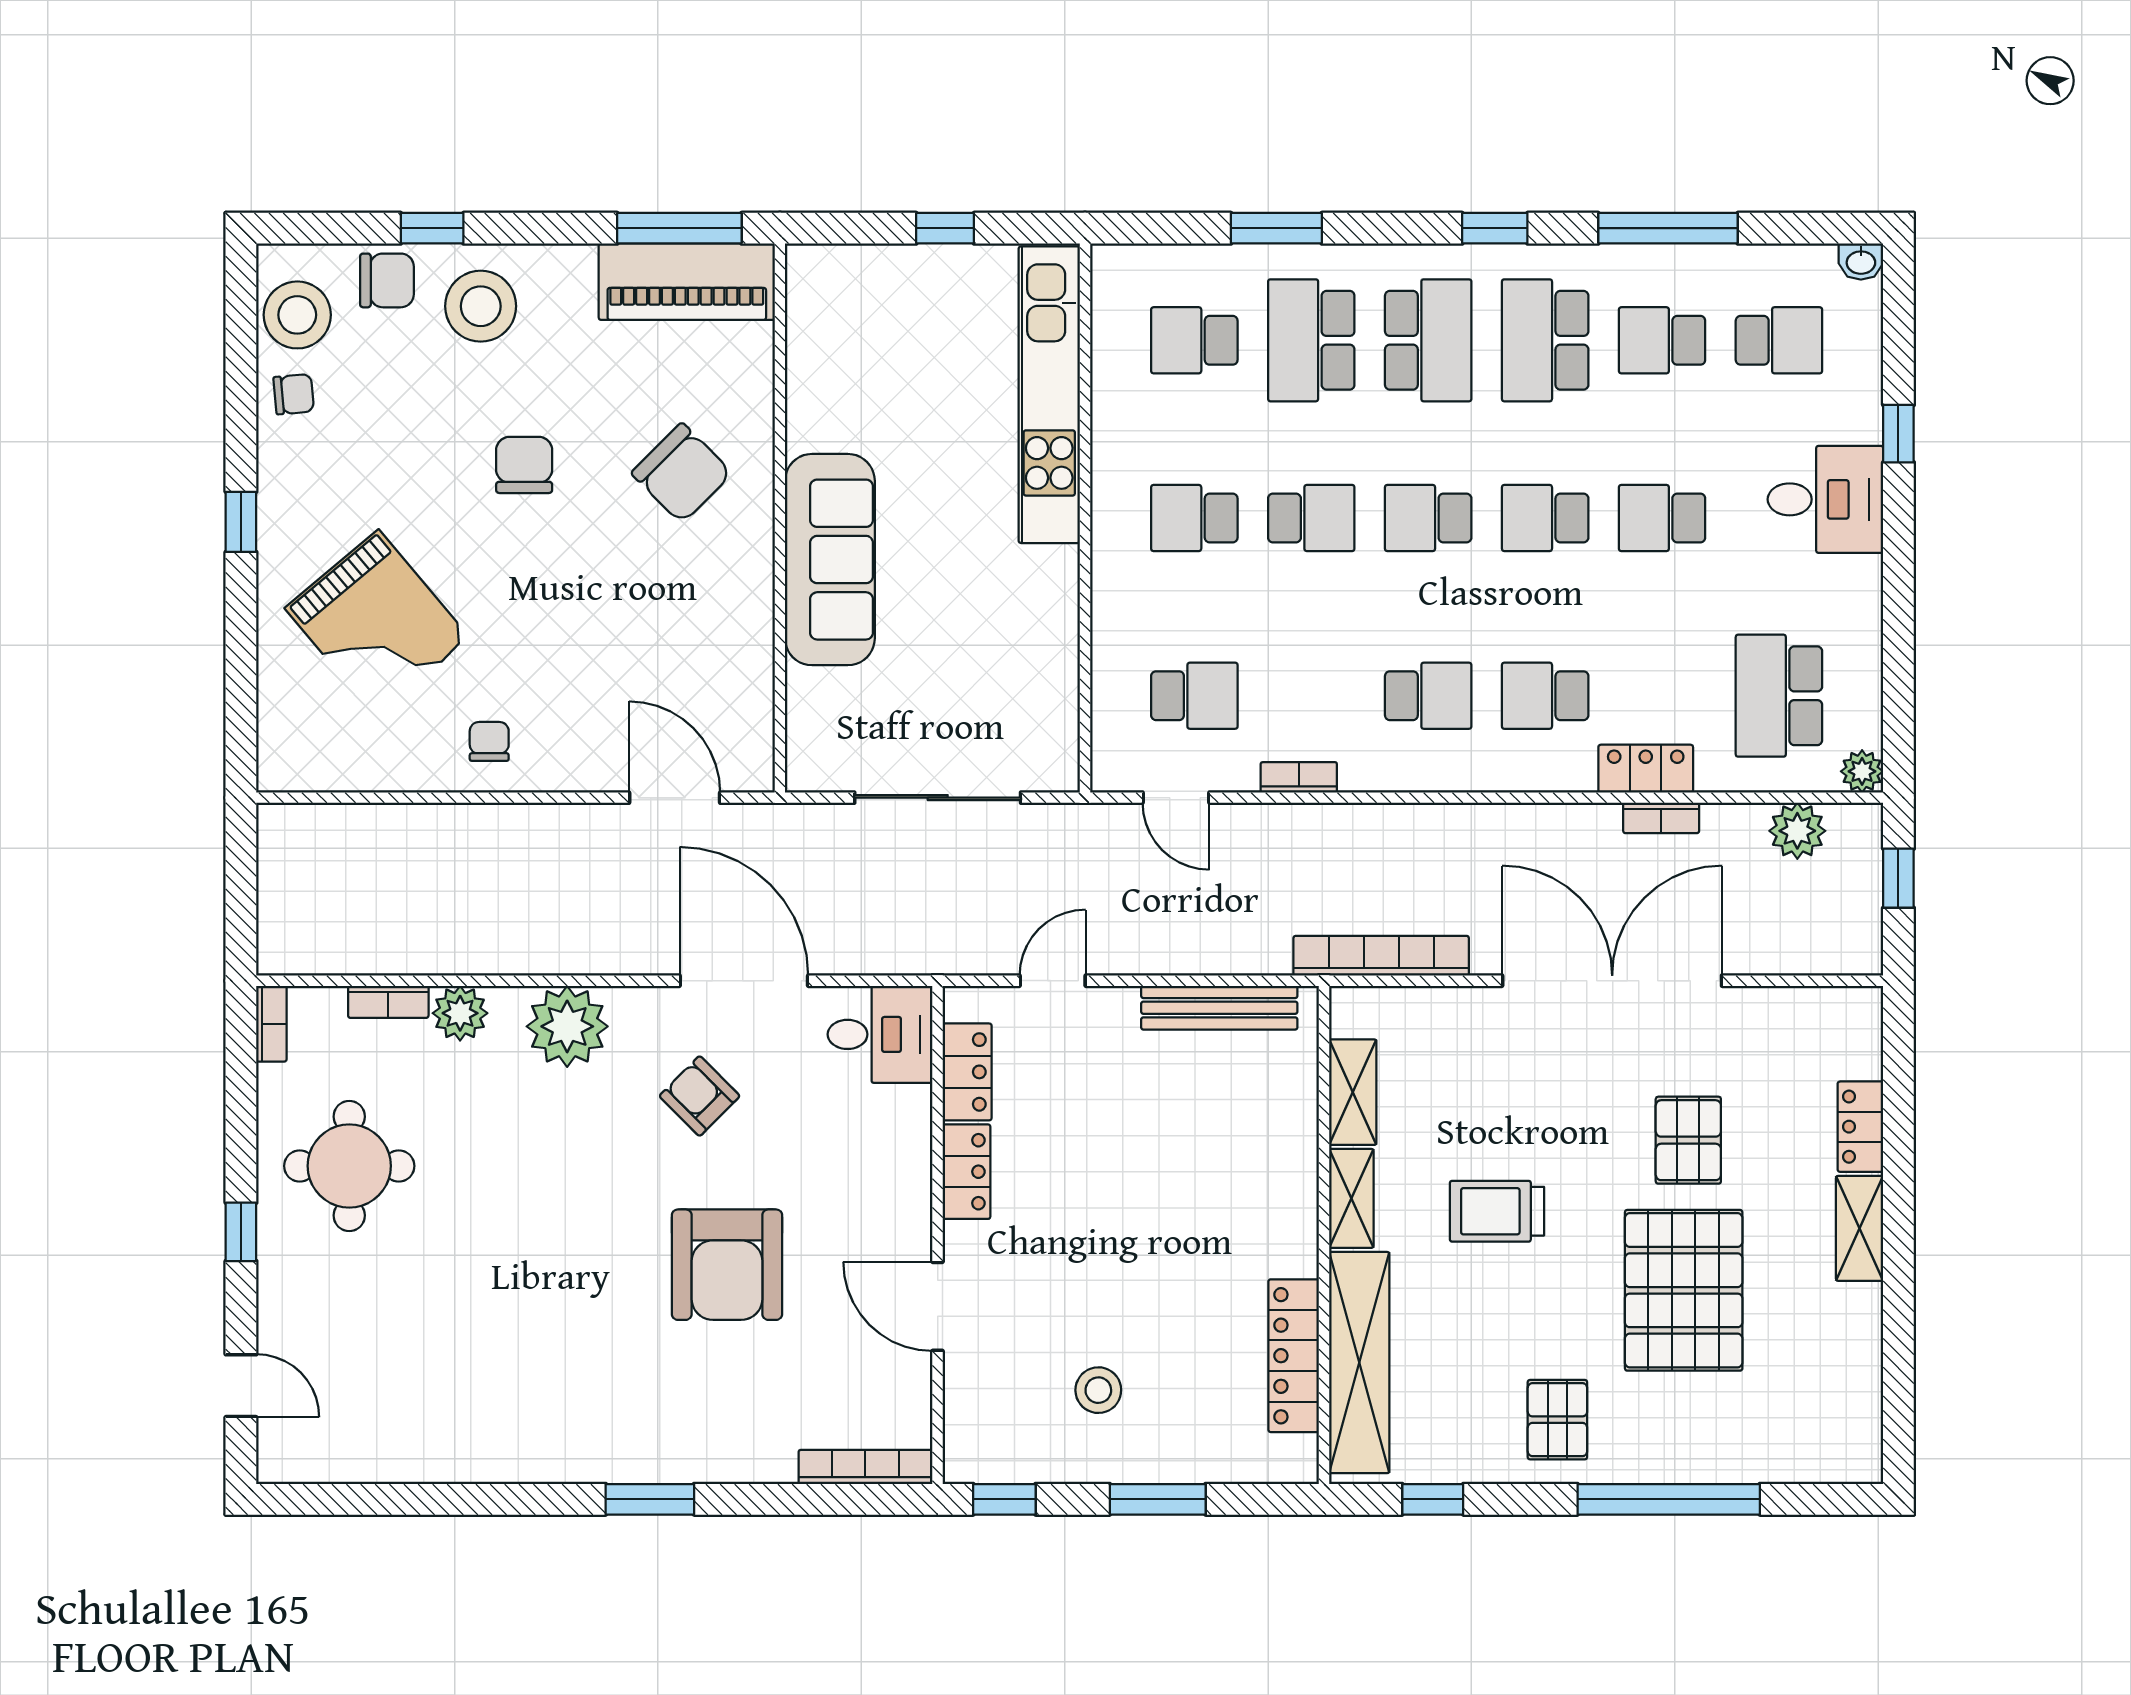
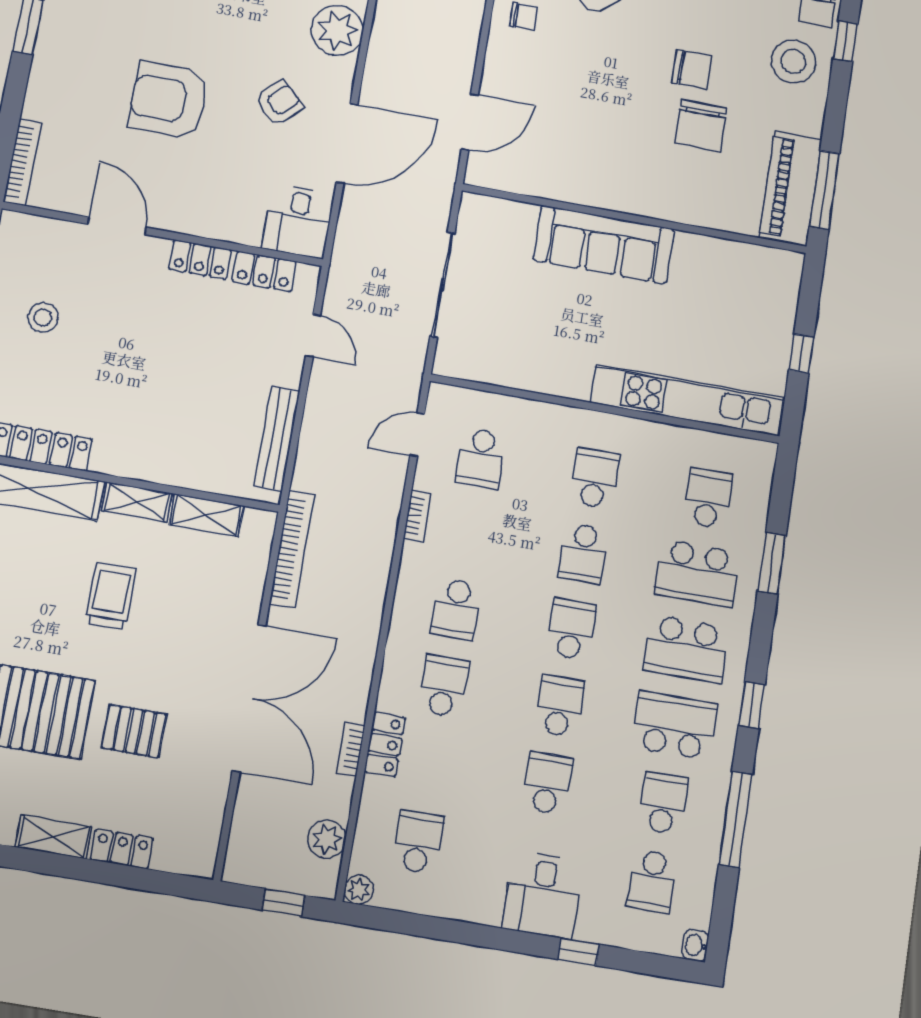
school desk: (1311, 340) -> (697, 573), turned 180
chair: (682, 473) -> (701, 125), moved, turned -45
school desk: (1779, 696) -> (418, 842), width x0.54
door: (938, 1306) -> (117, 226), hinge flipped

